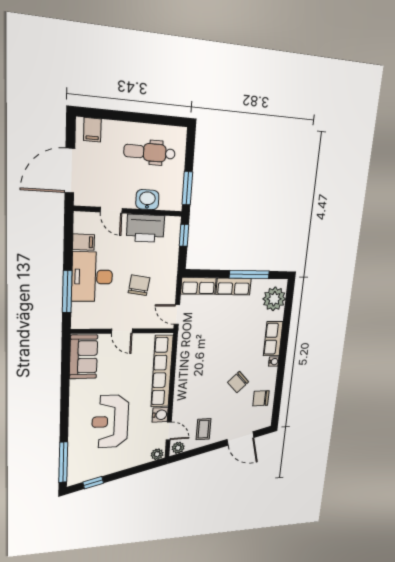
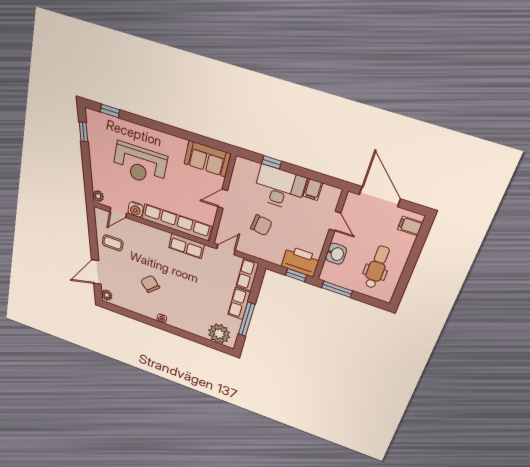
door: (111, 210) -> (335, 221), swing flipped
printer: (145, 228) -> (301, 261), moved, turned 90
window: (67, 292) -> (272, 162), width x0.46
row of seats: (273, 339) -> (187, 246), moved, turned 180
chair: (261, 398) -> (130, 299), removed
reception desk: (110, 421) -> (140, 164), turned 180
plant: (178, 448) -> (107, 295), moved
window: (63, 462) -> (110, 111), width x0.46

